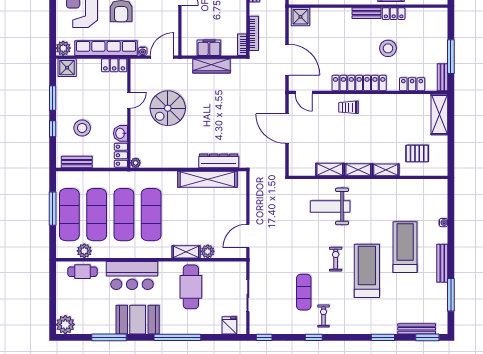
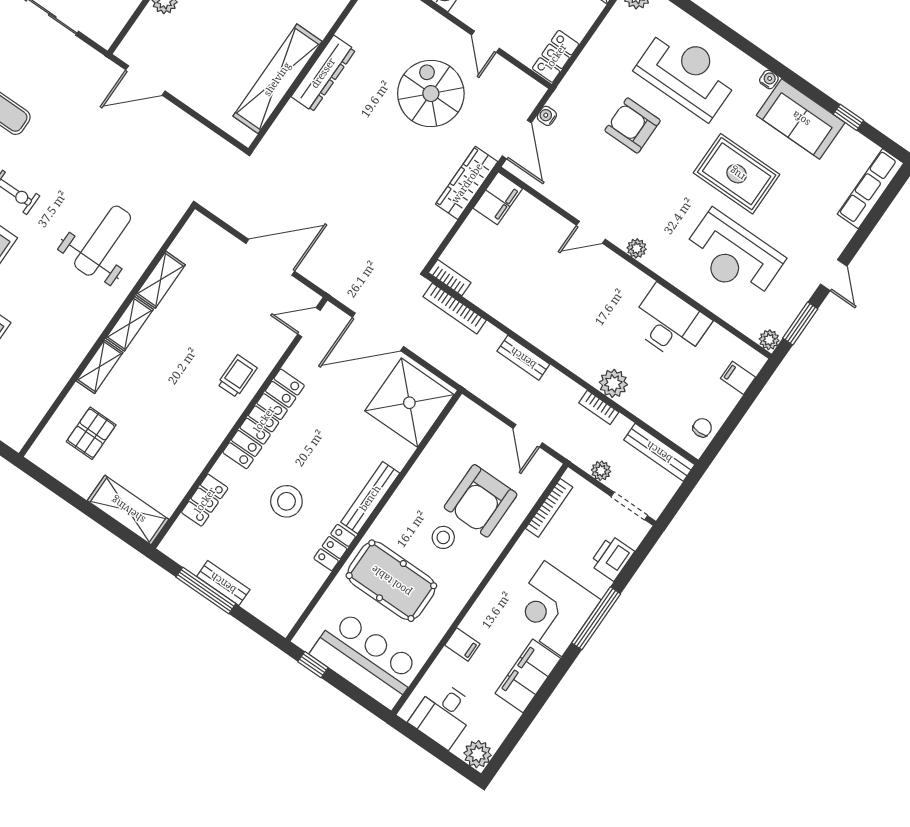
bench: (366, 13) -> (370, 498), width x1.36
shower: (300, 17) -> (409, 403), width x1.86, depth x1.86
row of seats: (106, 48) -> (591, 62), removed
filing cabinet: (209, 48) -> (498, 198), moved
wardrobe: (212, 66) -> (467, 183), moved
bench: (442, 77) -> (223, 583), moved
dresser: (219, 161) -> (323, 73), moved
door: (248, 236) -> (145, 80), swing flipped

